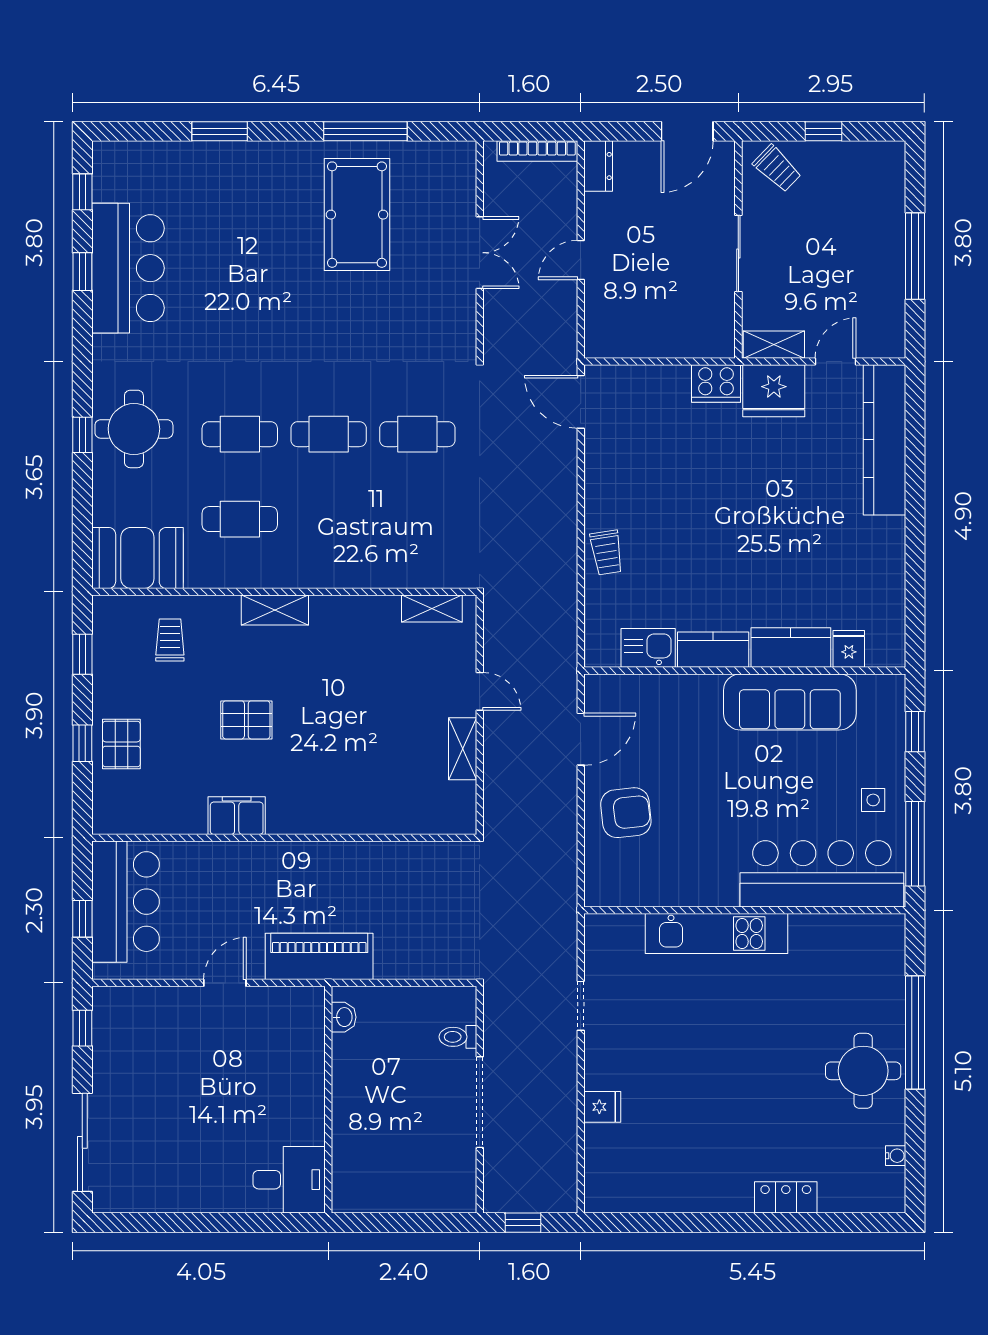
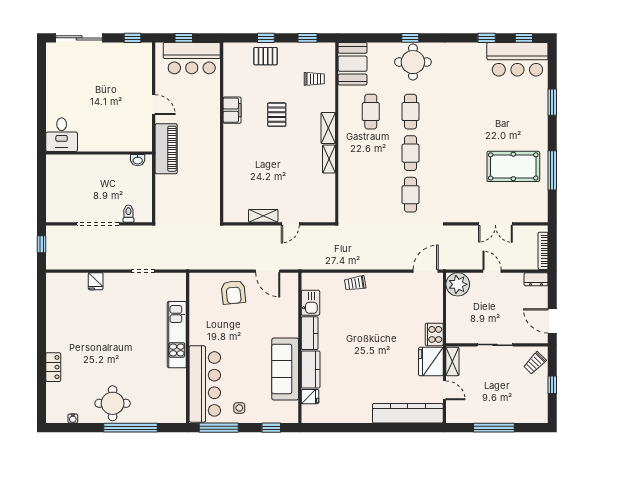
bar counter: (128, 268) -> (517, 59), moved
plant: (609, 333) -> (458, 284), added
shelving: (432, 609) -> (329, 159), moved

